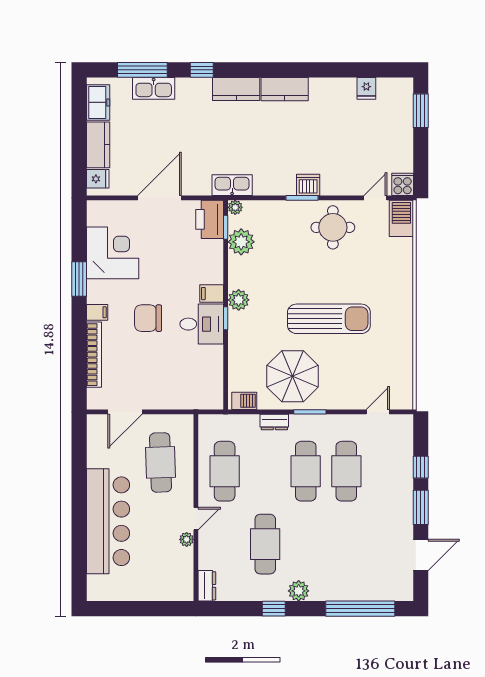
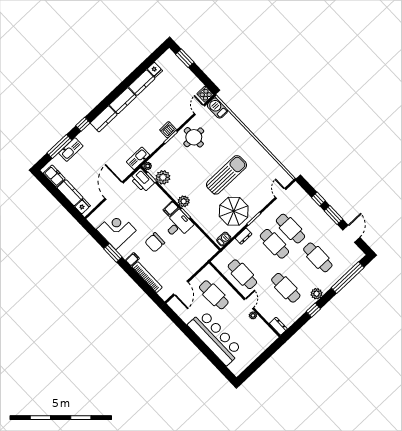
kitchen counter: (333, 89) -> (142, 83), added
cafe table: (346, 544) -> (318, 257), added

